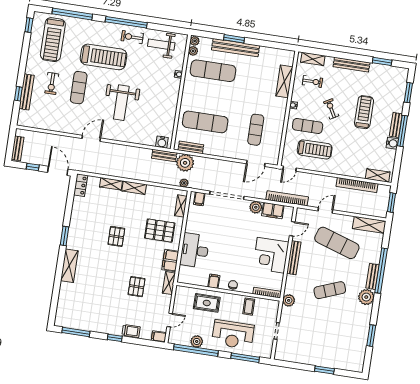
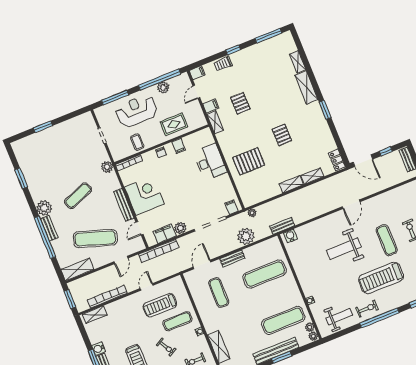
weight bench: (121, 103) -> (344, 249), turned -90
bench: (191, 147) -> (232, 258), moved
plant: (185, 163) -> (246, 236), moved
door: (290, 169) -> (147, 287), moved
shelving: (181, 206) -> (298, 62), moved
filing cabinet: (170, 261) -> (211, 106), moved, width x0.50

